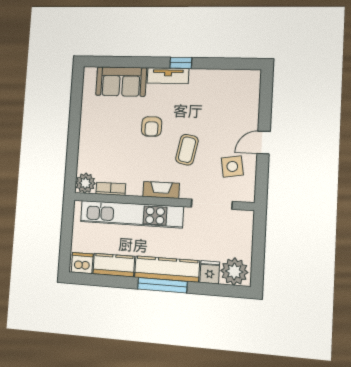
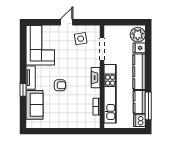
window: (181, 63) -> (23, 90), moved
corner sofa: (224, 94) -> (40, 45), added
door: (264, 143) -> (67, 22), swing flipped
coffee table: (187, 150) -> (72, 64), removed
plant: (85, 183) -> (94, 122), removed
window: (162, 285) -> (148, 106), moved

